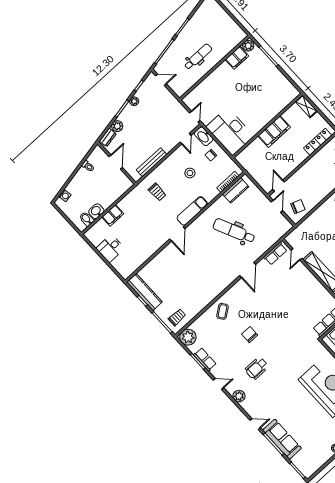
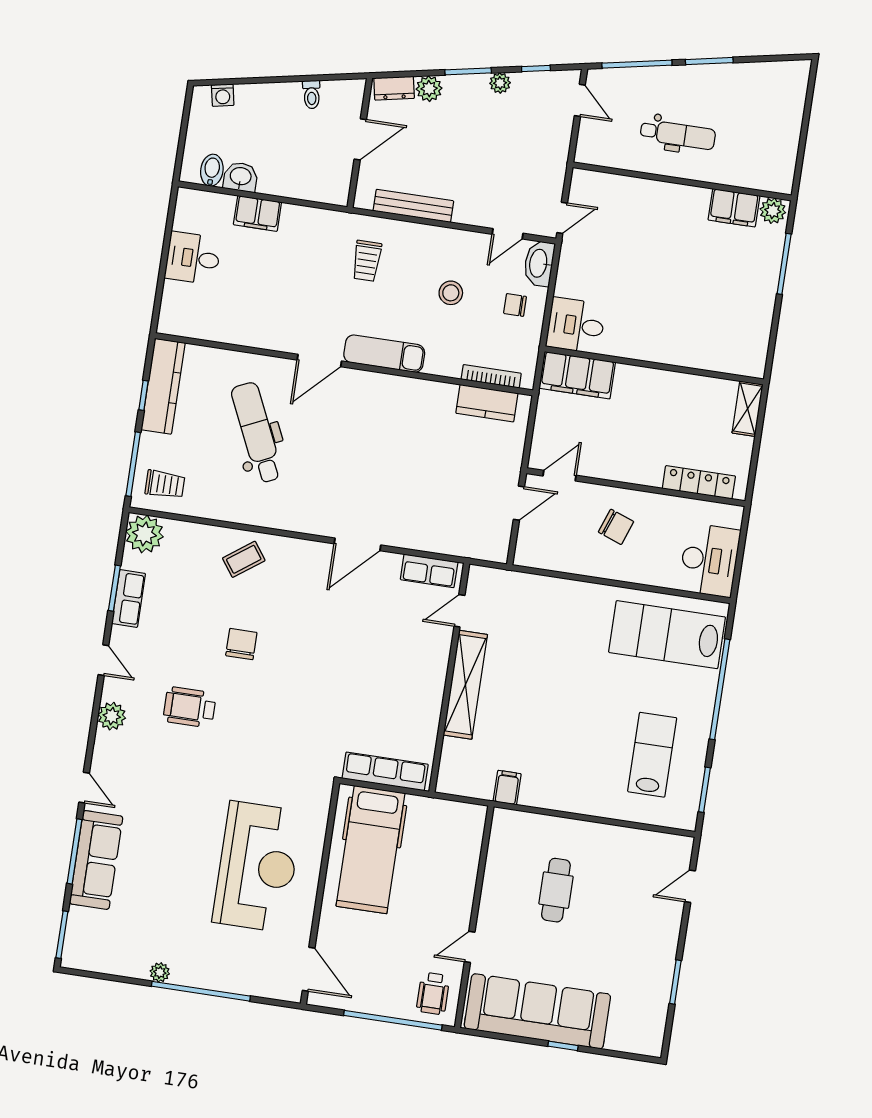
desk: (230, 131) -> (576, 325), width x0.53, depth x0.77
filing cabinet: (274, 131) -> (577, 375), moved
chair: (298, 207) -> (616, 527), moved
dental chair: (234, 231) -> (257, 433), moved

